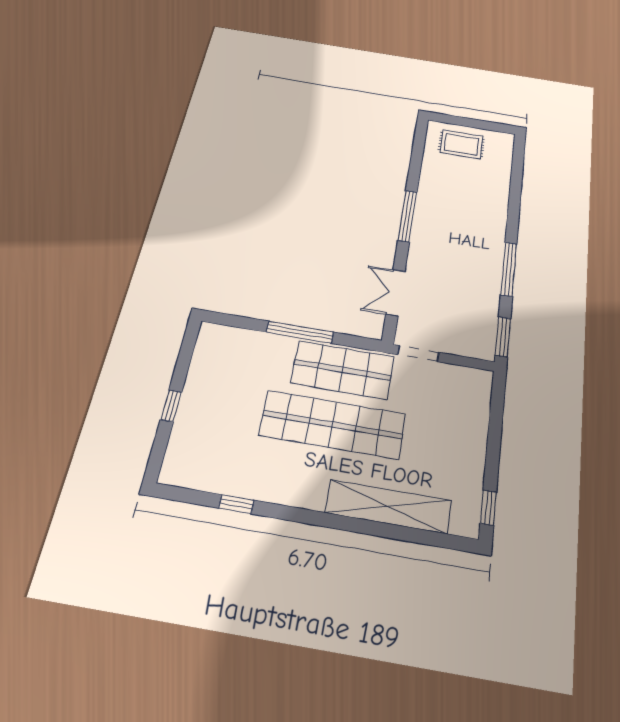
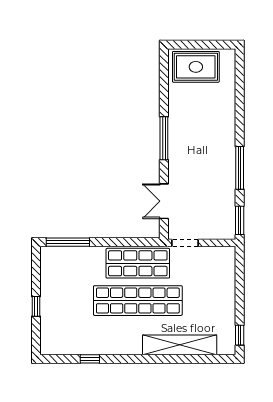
rug: (461, 145) -> (196, 67), width x1.36, depth x1.43
window: (300, 332) -> (68, 242), moved

